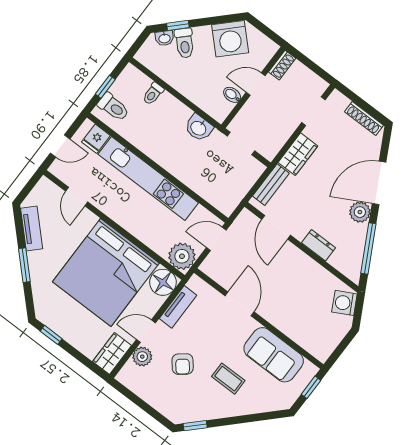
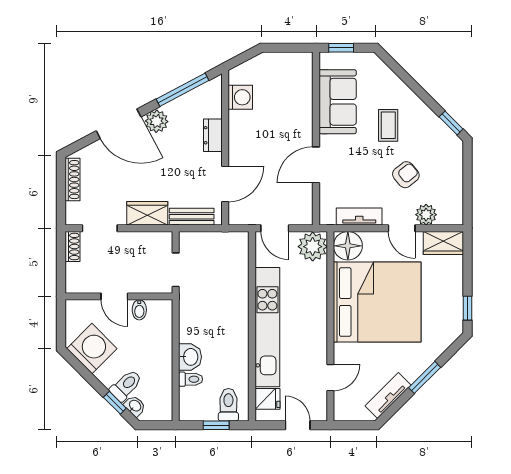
shoe rack: (282, 65) -> (73, 247), moved, turned 90
washbasin: (199, 128) -> (190, 357), moved
washing machine: (344, 303) -> (240, 97), moved, turned -62

